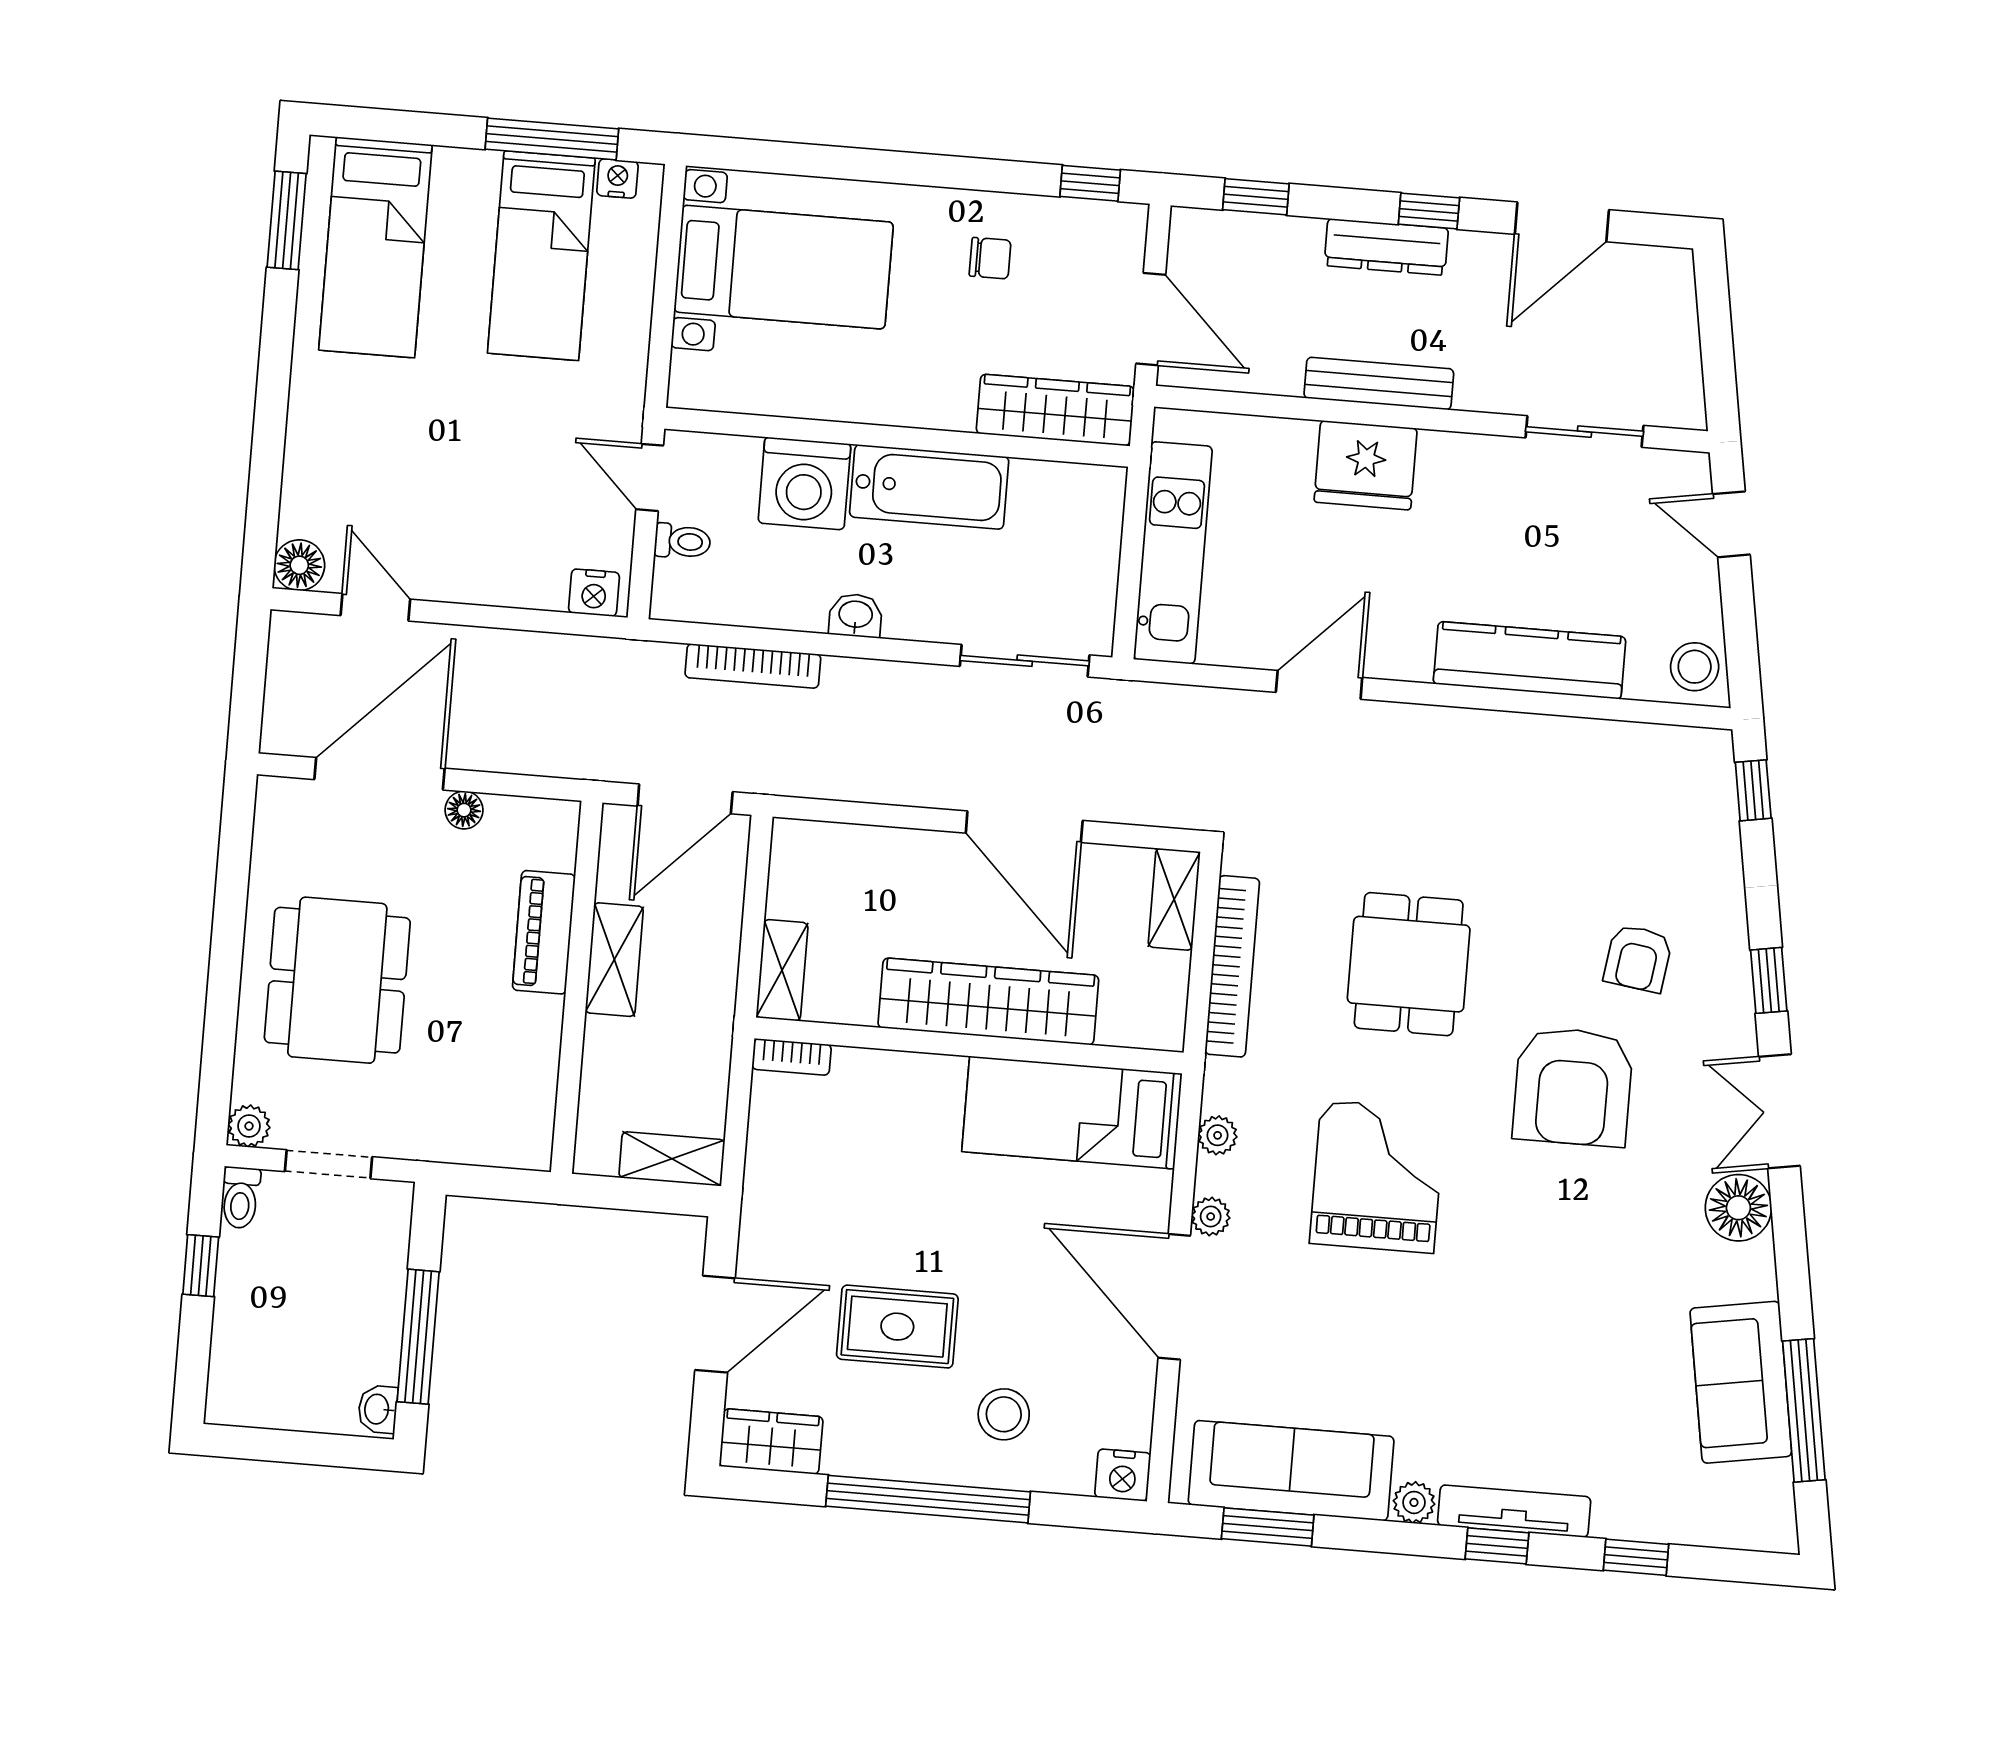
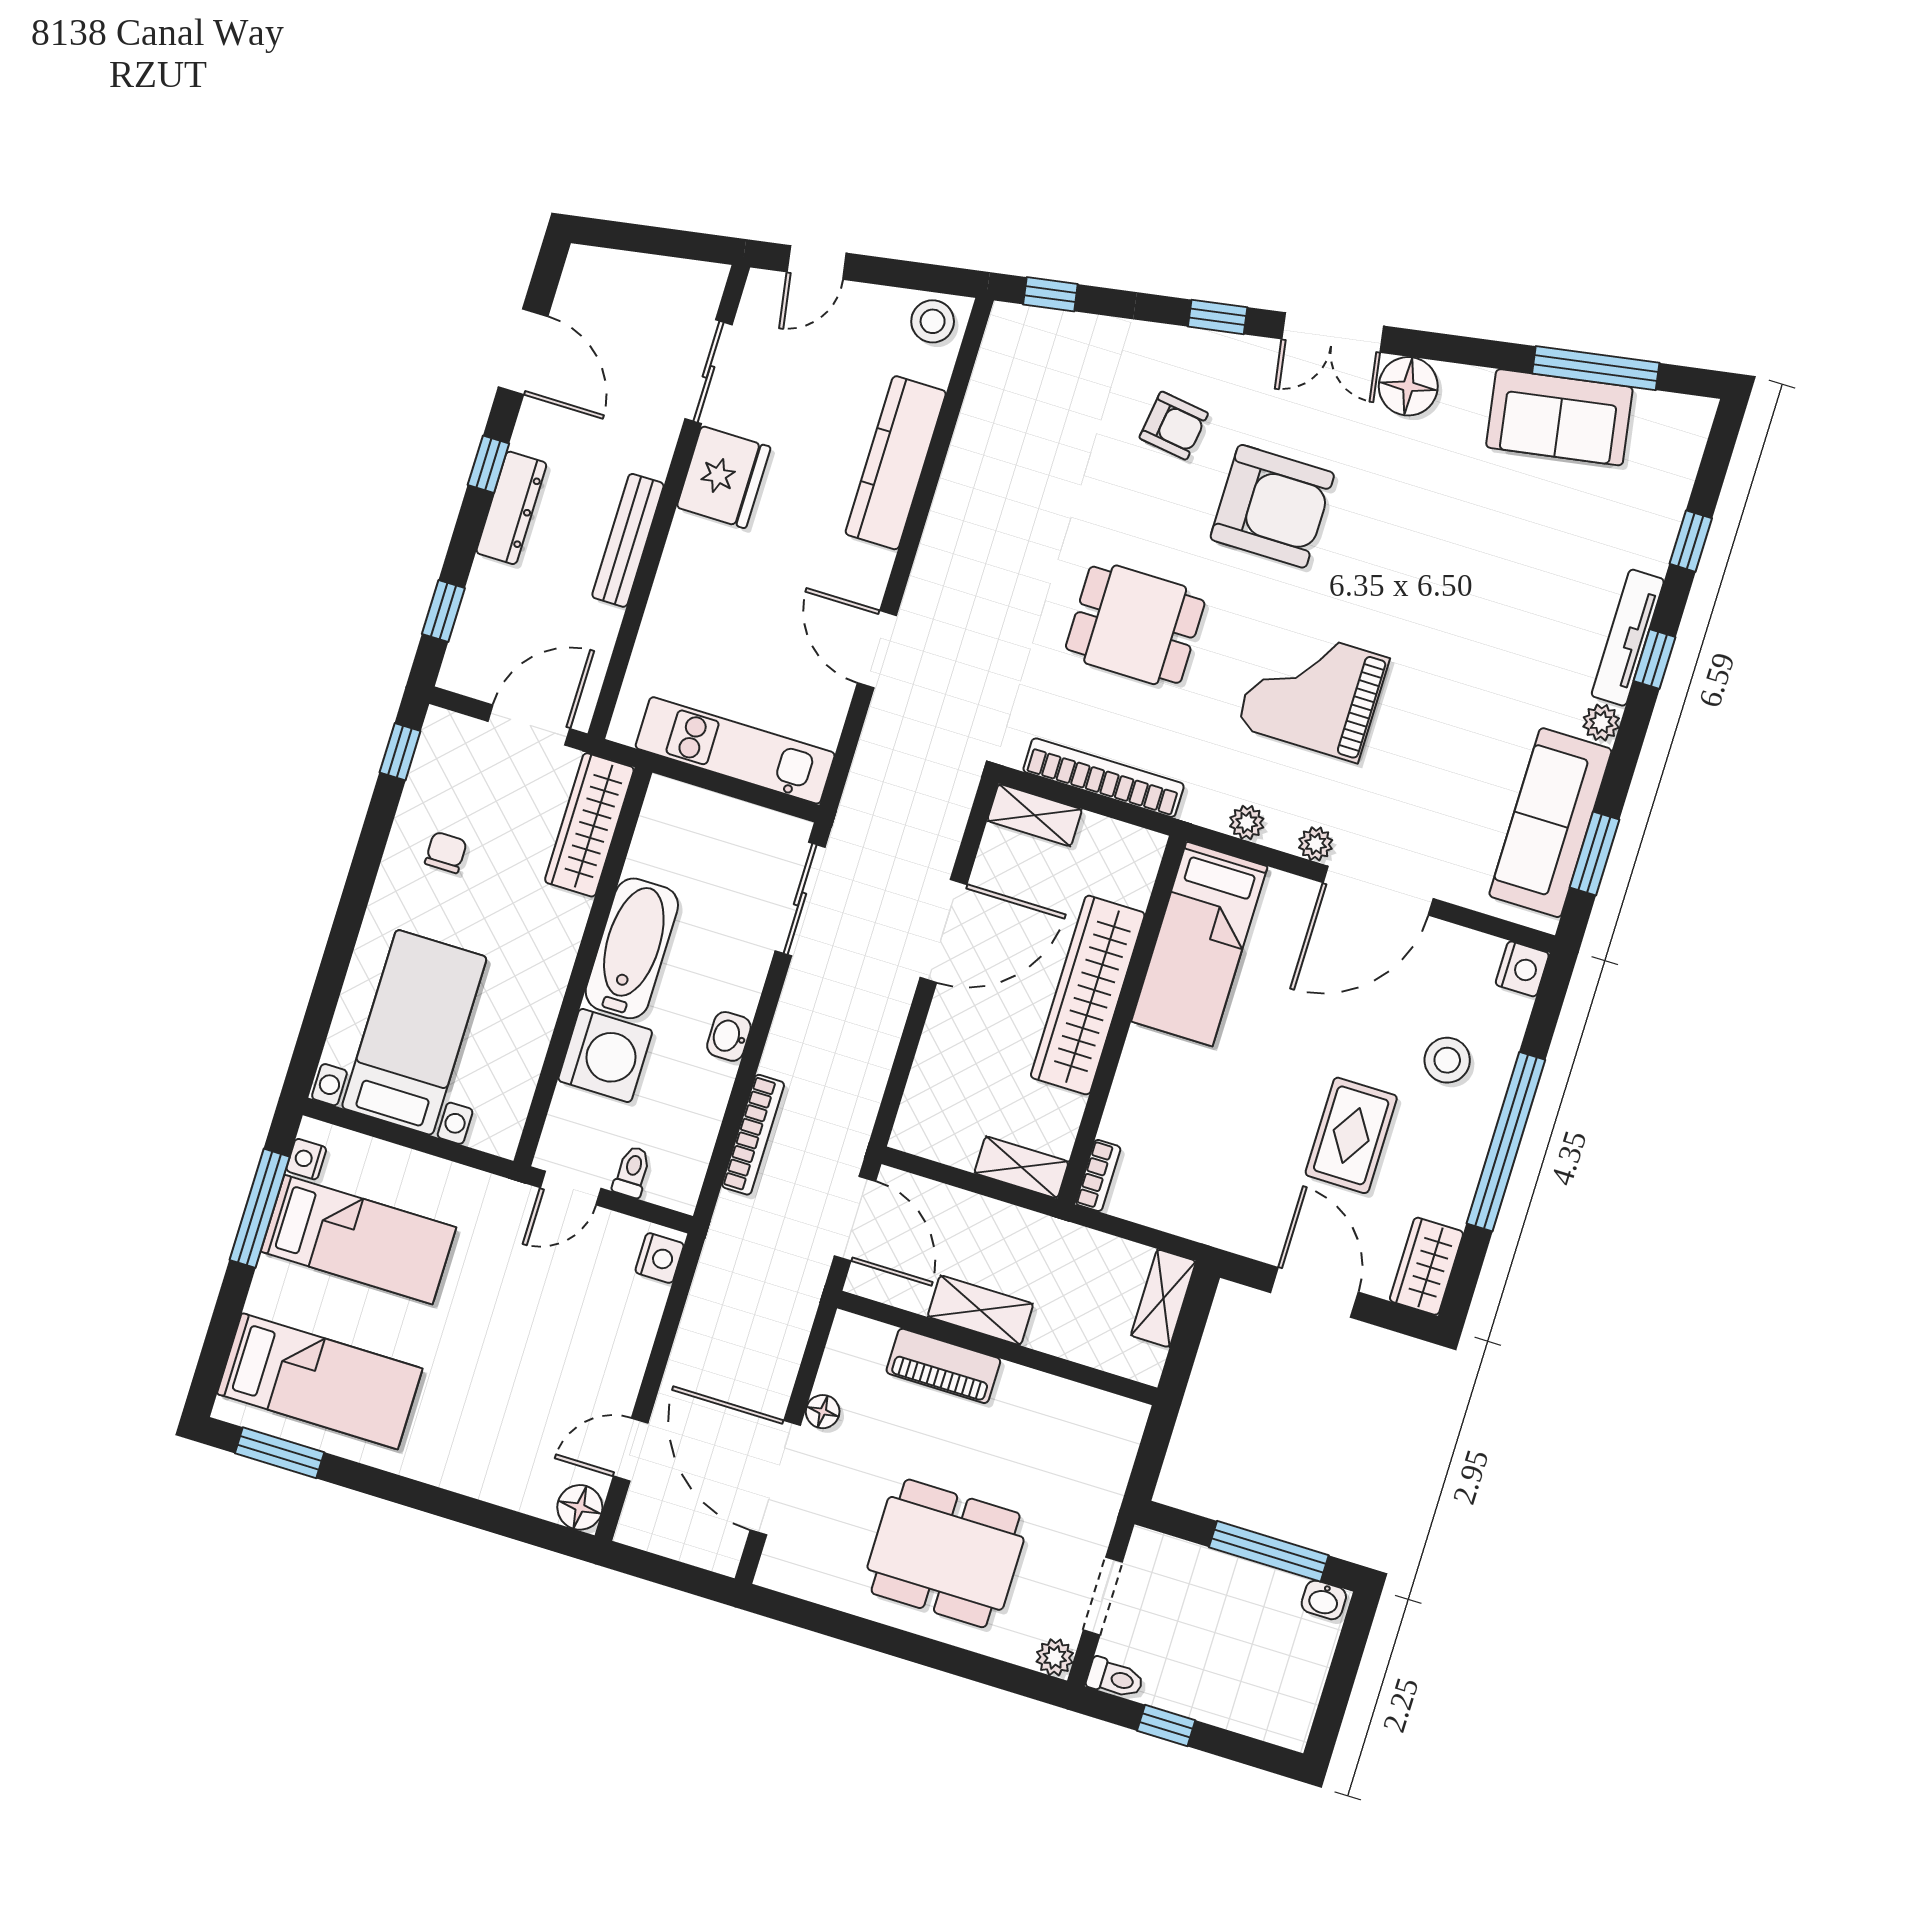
fridge: (1366, 465) -> (724, 477), moved

